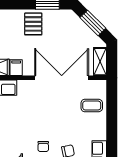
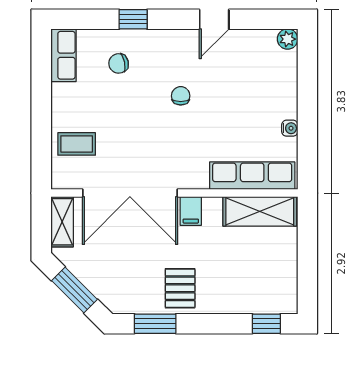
filing cabinet: (16, 68) -> (191, 211), moved
chair: (43, 147) -> (181, 96), moved

